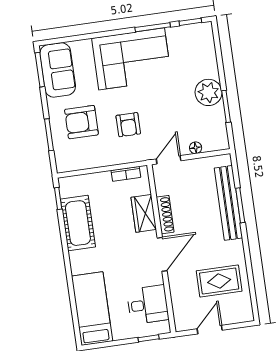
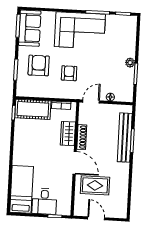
plant: (209, 92) -> (130, 63), width x0.53, depth x0.53
armchair: (81, 122) -> (39, 65), turned 90
armchair: (128, 125) -> (69, 73), turned 180
cot: (78, 223) -> (33, 109), moved, turned 90
door: (162, 254) -> (75, 163), hinge flipped
rug: (219, 281) -> (95, 185), moved
desk: (148, 305) -> (44, 201), moved, turned 90
door: (210, 330) -> (96, 218), hinge flipped

